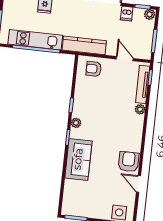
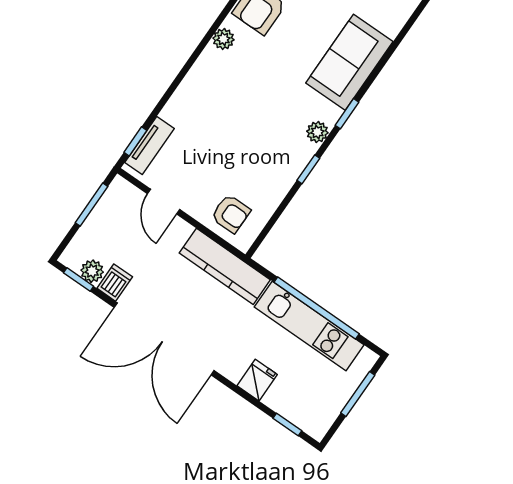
plant: (150, 14) -> (92, 271), moved
tv unit: (143, 84) -> (149, 145), width x0.71
plant: (140, 109) -> (223, 39), moved

